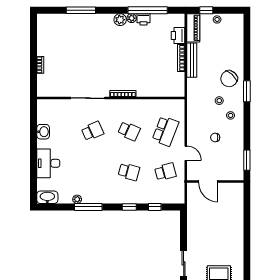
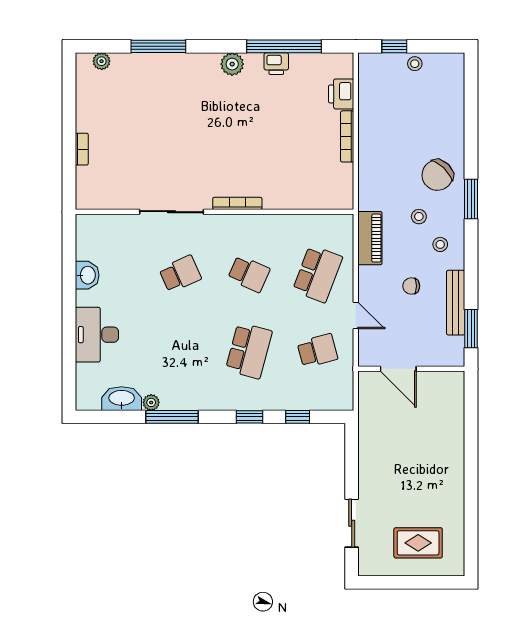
plant: (132, 18) -> (102, 61), moved
piano: (193, 28) -> (370, 238), moved
bench: (192, 60) -> (456, 303), moved
school desk: (129, 172) -> (249, 351), width x1.85
washbasin: (47, 197) -> (122, 399), moved

